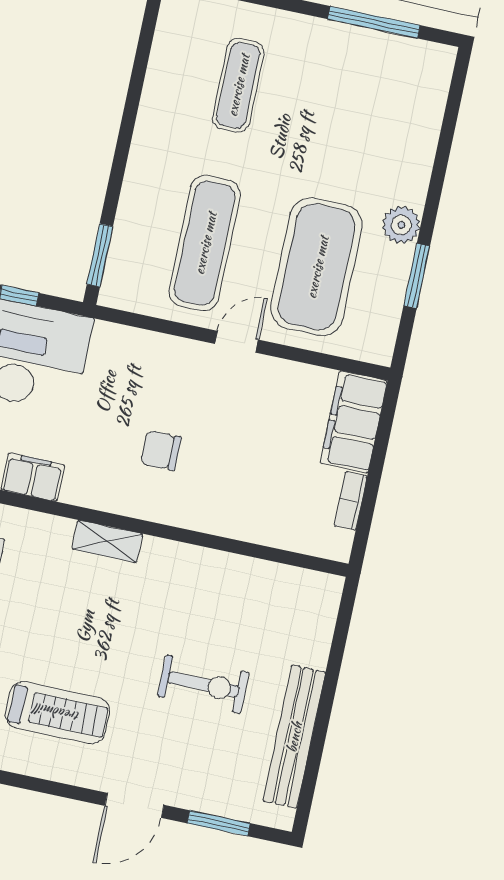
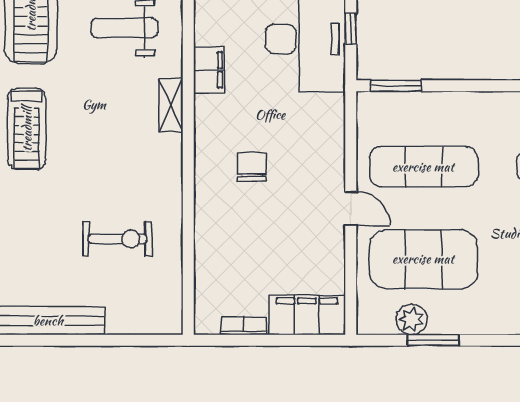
plant: (401, 225) -> (412, 319), moved
shelving: (107, 541) -> (171, 105), moved
exercise bike: (203, 684) -> (117, 239), moved, turned -90

